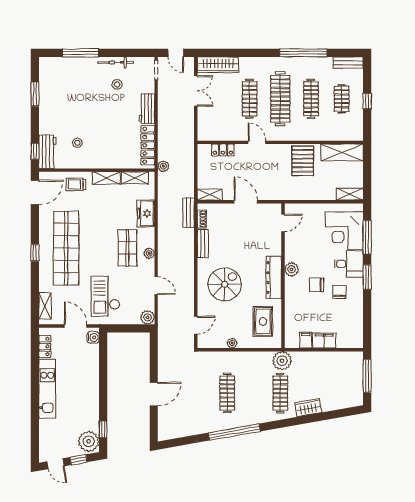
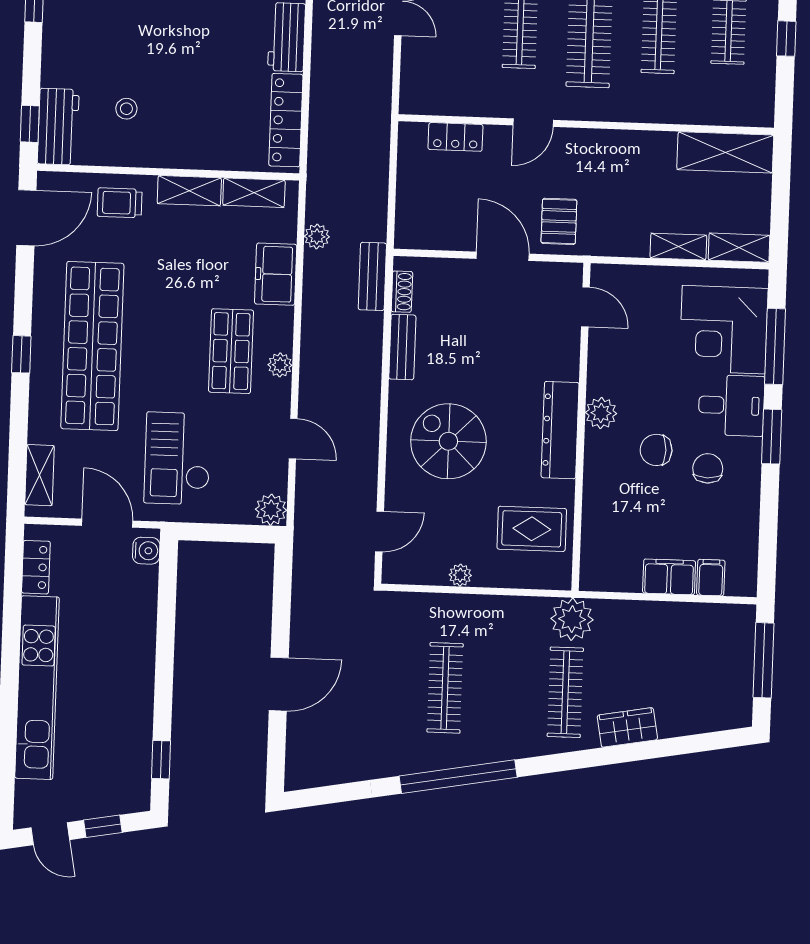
door: (257, 142) -> (533, 123), swing flipped
pallet: (303, 161) -> (559, 221), moved, width x0.67, depth x0.71
plant: (163, 166) -> (317, 236), moved
shelving: (210, 195) -> (678, 247), moved
door: (283, 223) -> (585, 307), hinge flipped
spiral stairs: (225, 284) -> (448, 441), turned -90
rug: (263, 322) -> (532, 529), turned 90
filing cabinet: (306, 340) -> (711, 578), moved
kitchen unit: (47, 389) -> (37, 688), width x1.36
plant: (89, 441) -> (127, 786), removed

